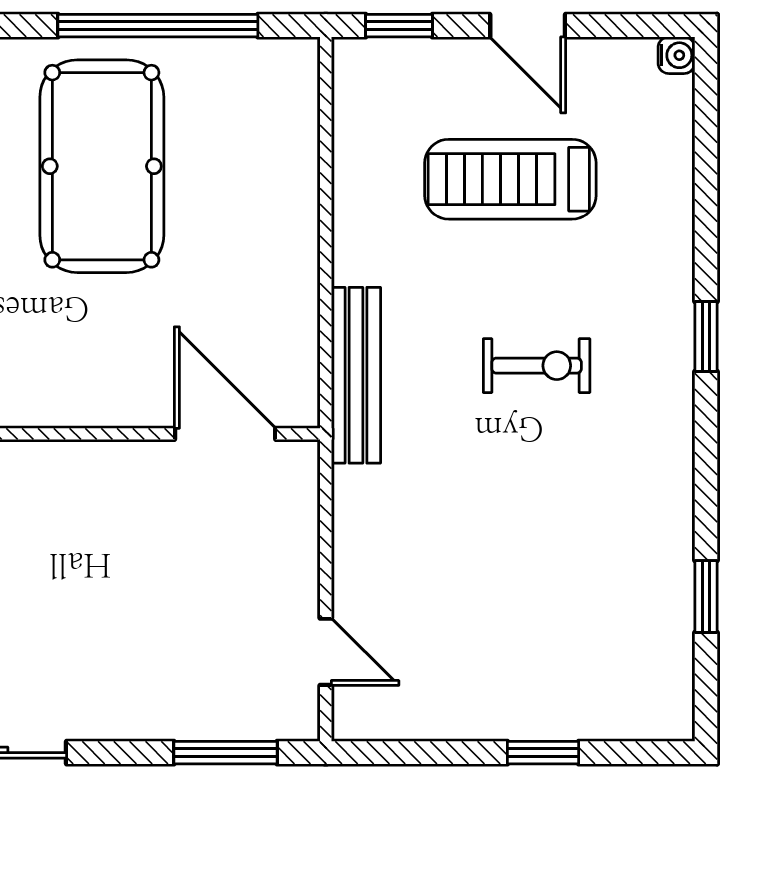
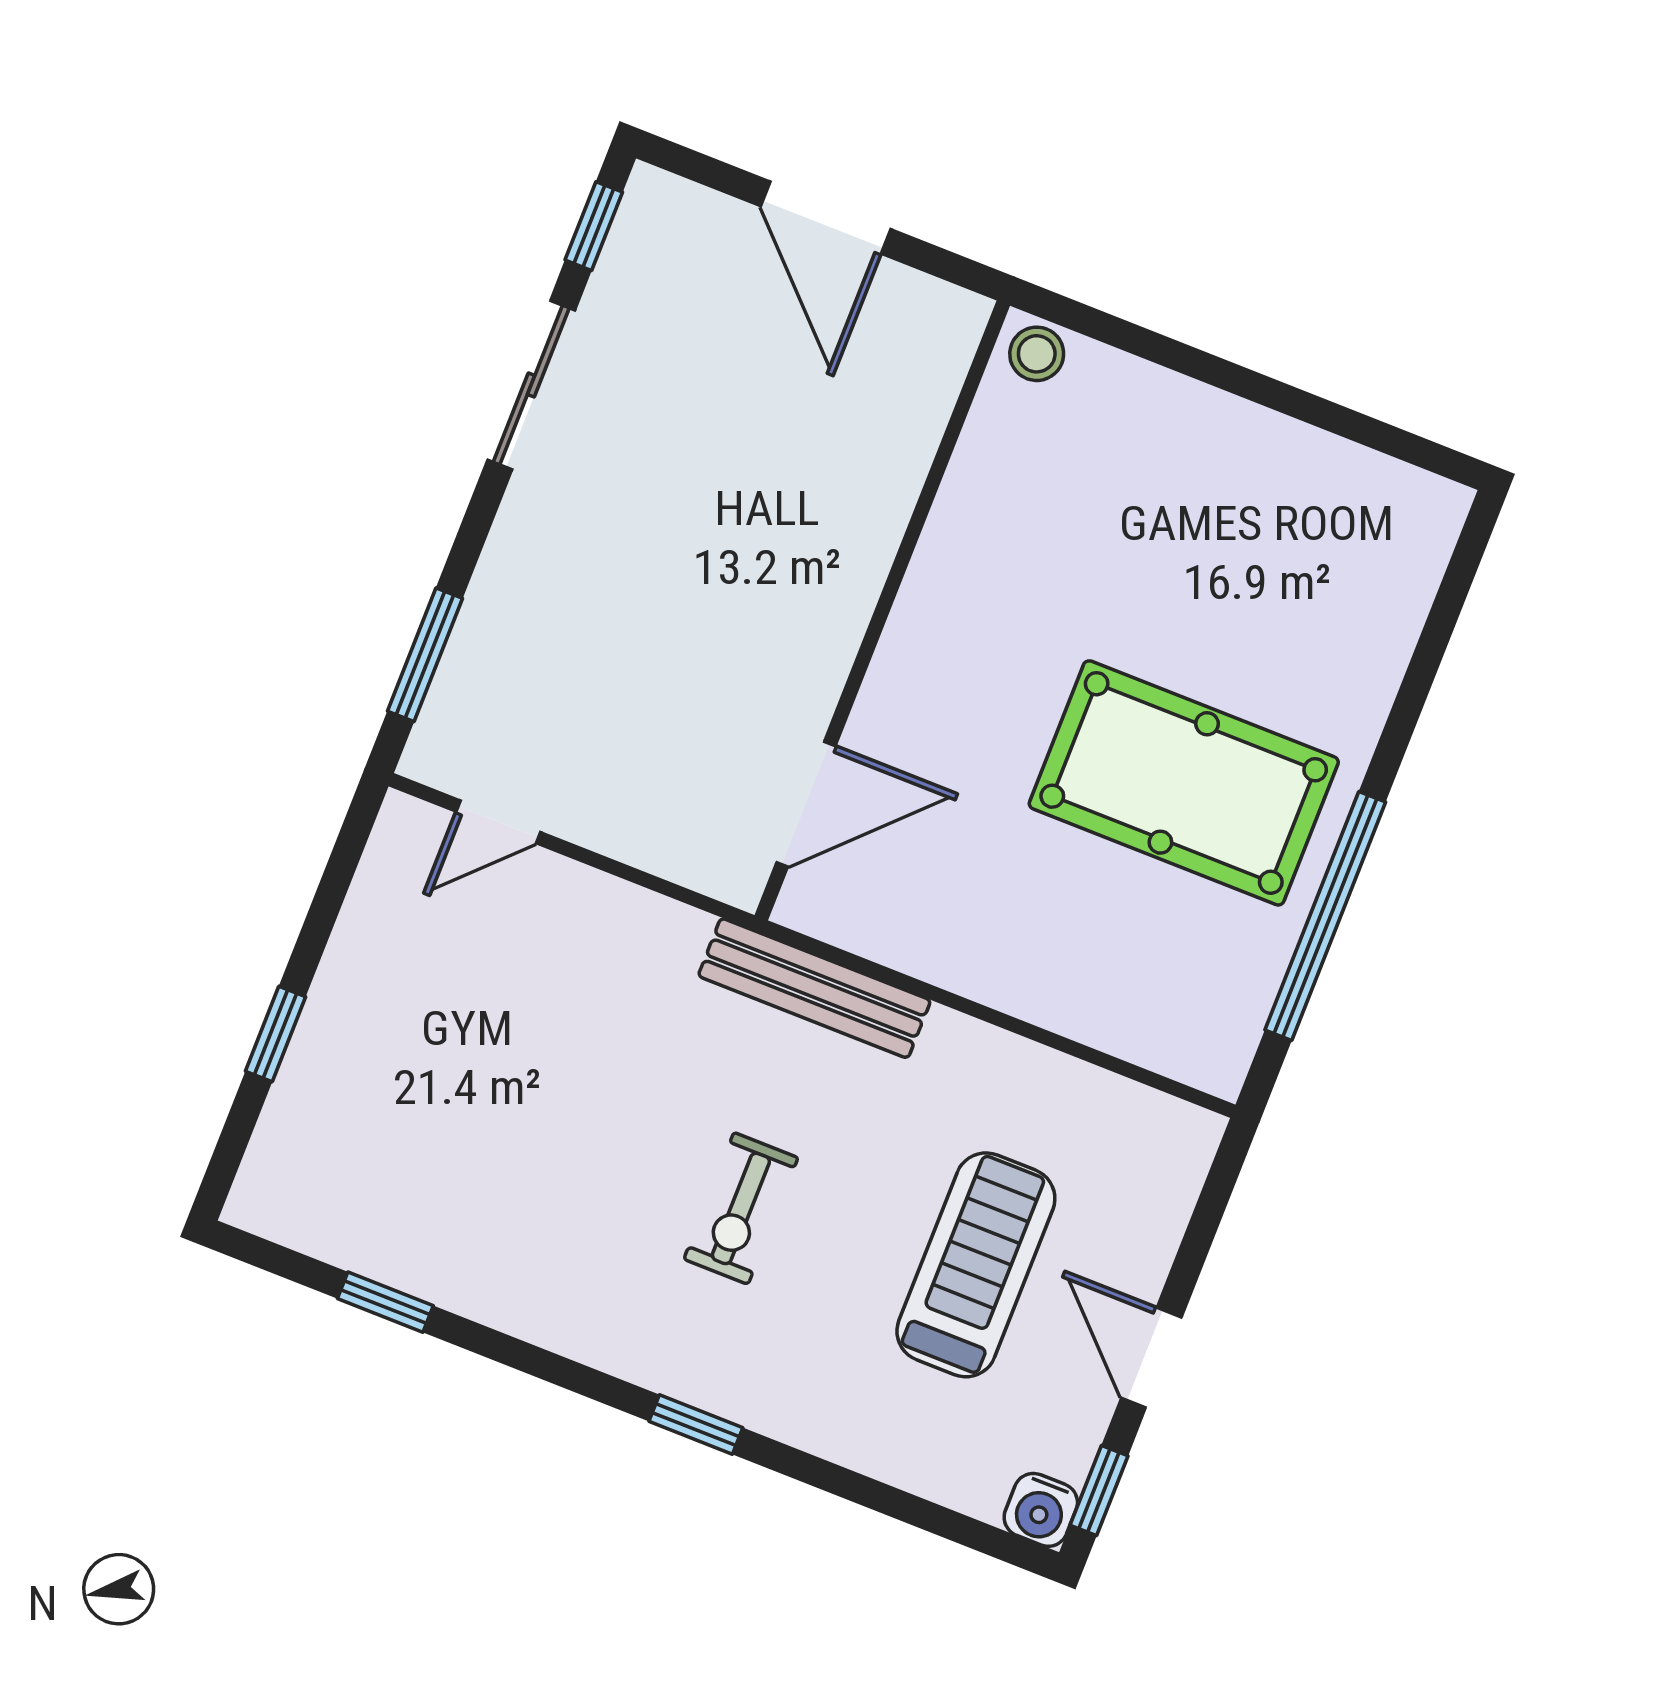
window: (399, 26) -> (1099, 1491), moved
door: (528, 26) -> (1151, 1358), hinge flipped
water cooler: (676, 55) -> (1041, 1510), width x1.38, depth x1.38

